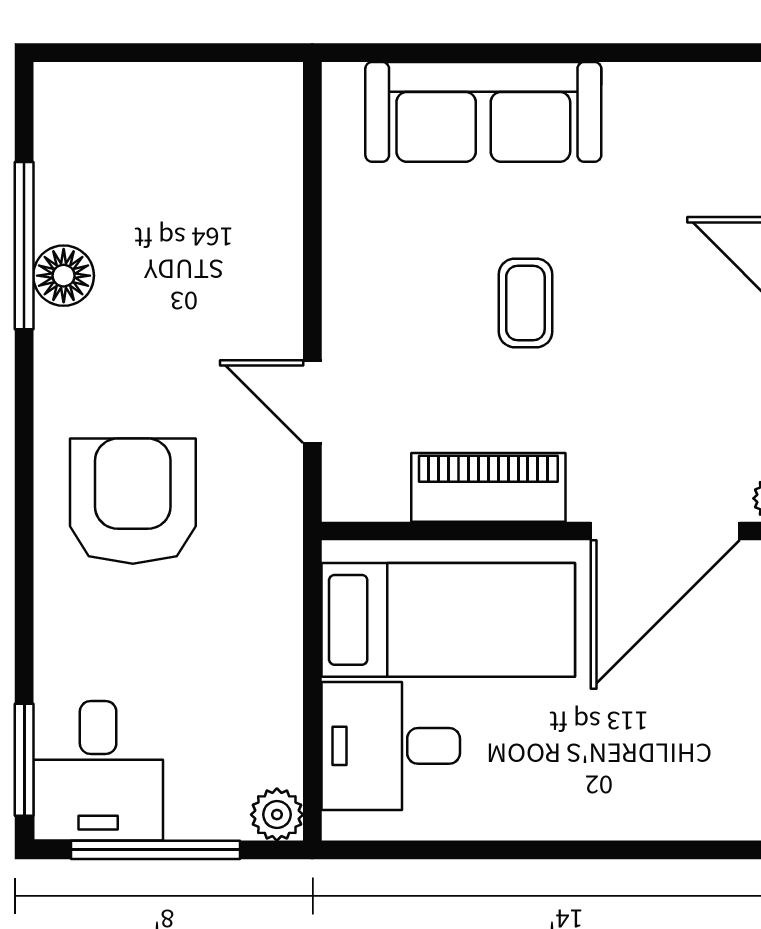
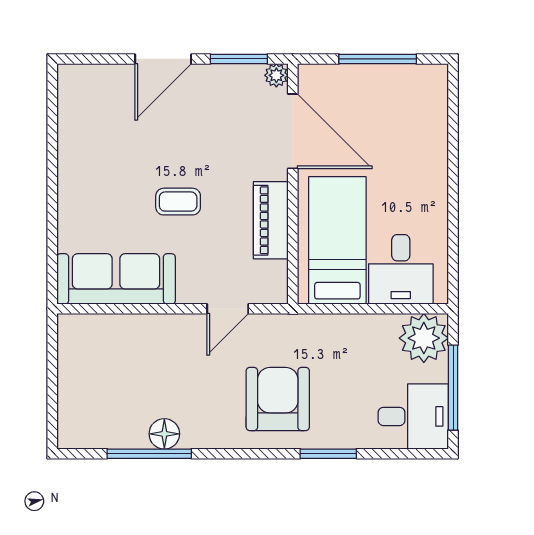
sofa: (483, 112) -> (116, 279), moved, turned -90
armchair: (133, 501) -> (278, 399), turned 90
window: (24, 760) -> (328, 454), moved
plant: (277, 815) -> (424, 338), width x1.88, depth x1.88

